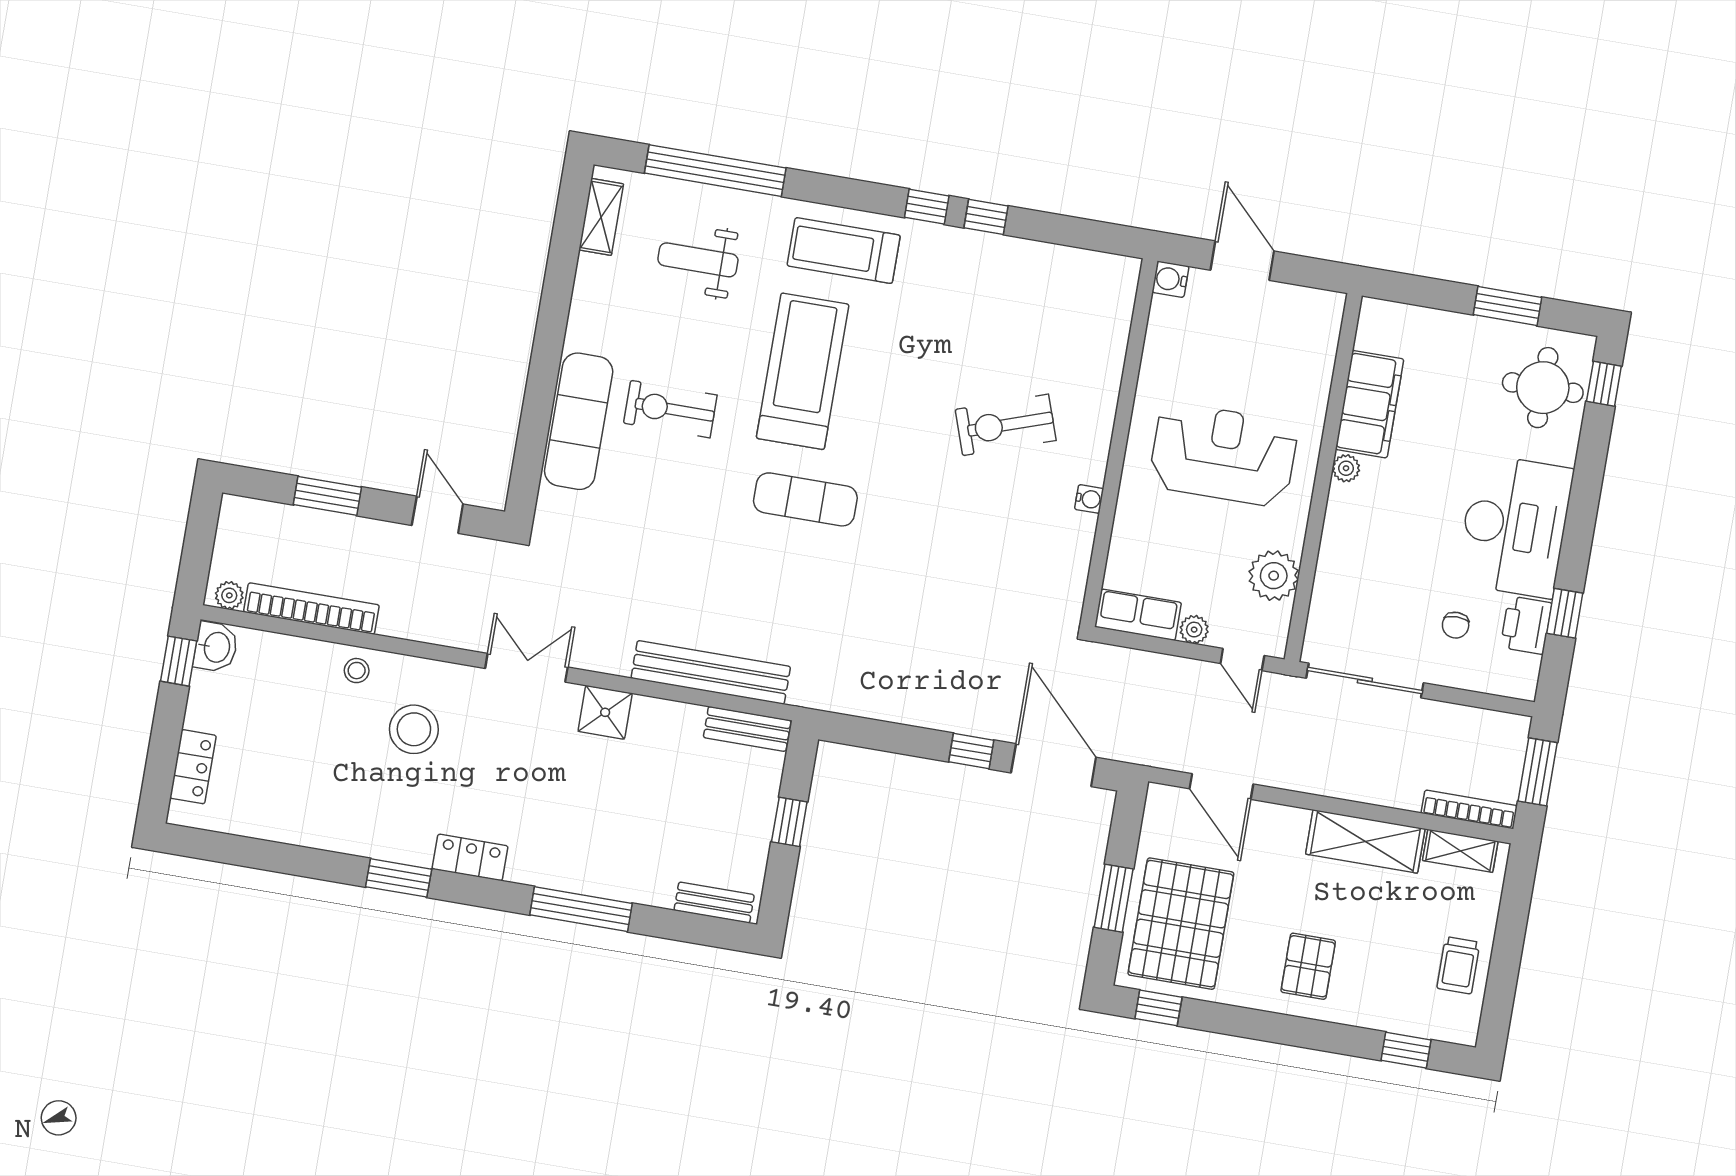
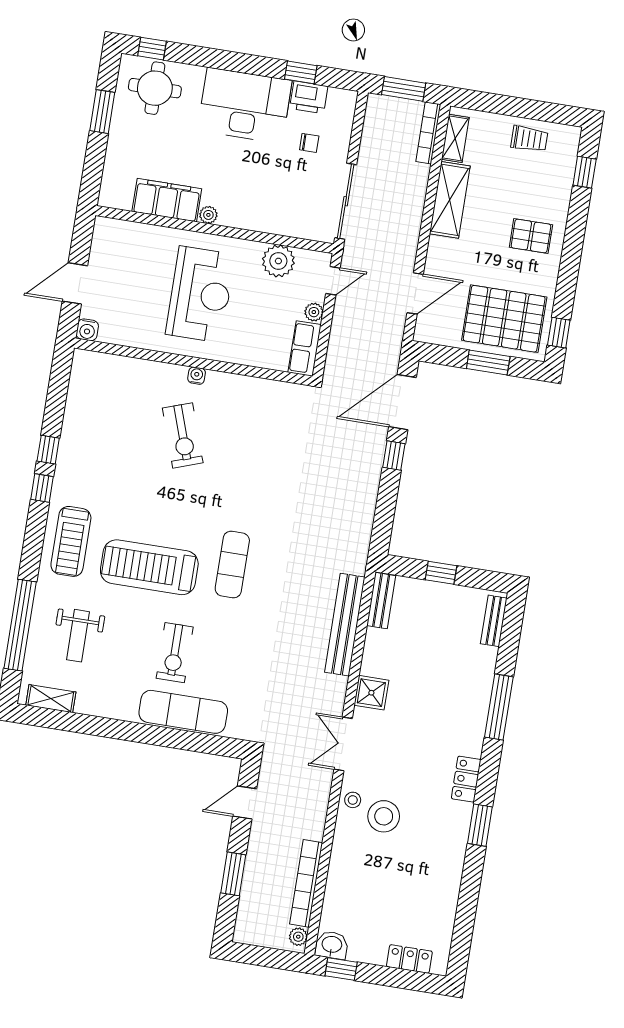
reception desk: (1223, 455) -> (200, 294), turned 180
water cooler: (1089, 499) -> (197, 376), moved
stool: (357, 671) -> (353, 800), moved

